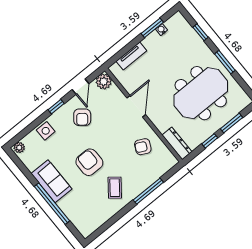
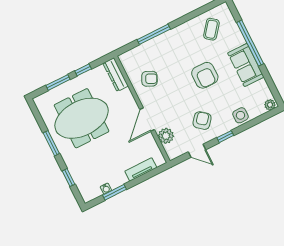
plant: (104, 81) -> (166, 136), moved
door: (81, 87) -> (197, 151), swing flipped
coffee table: (115, 188) -> (211, 29), moved

